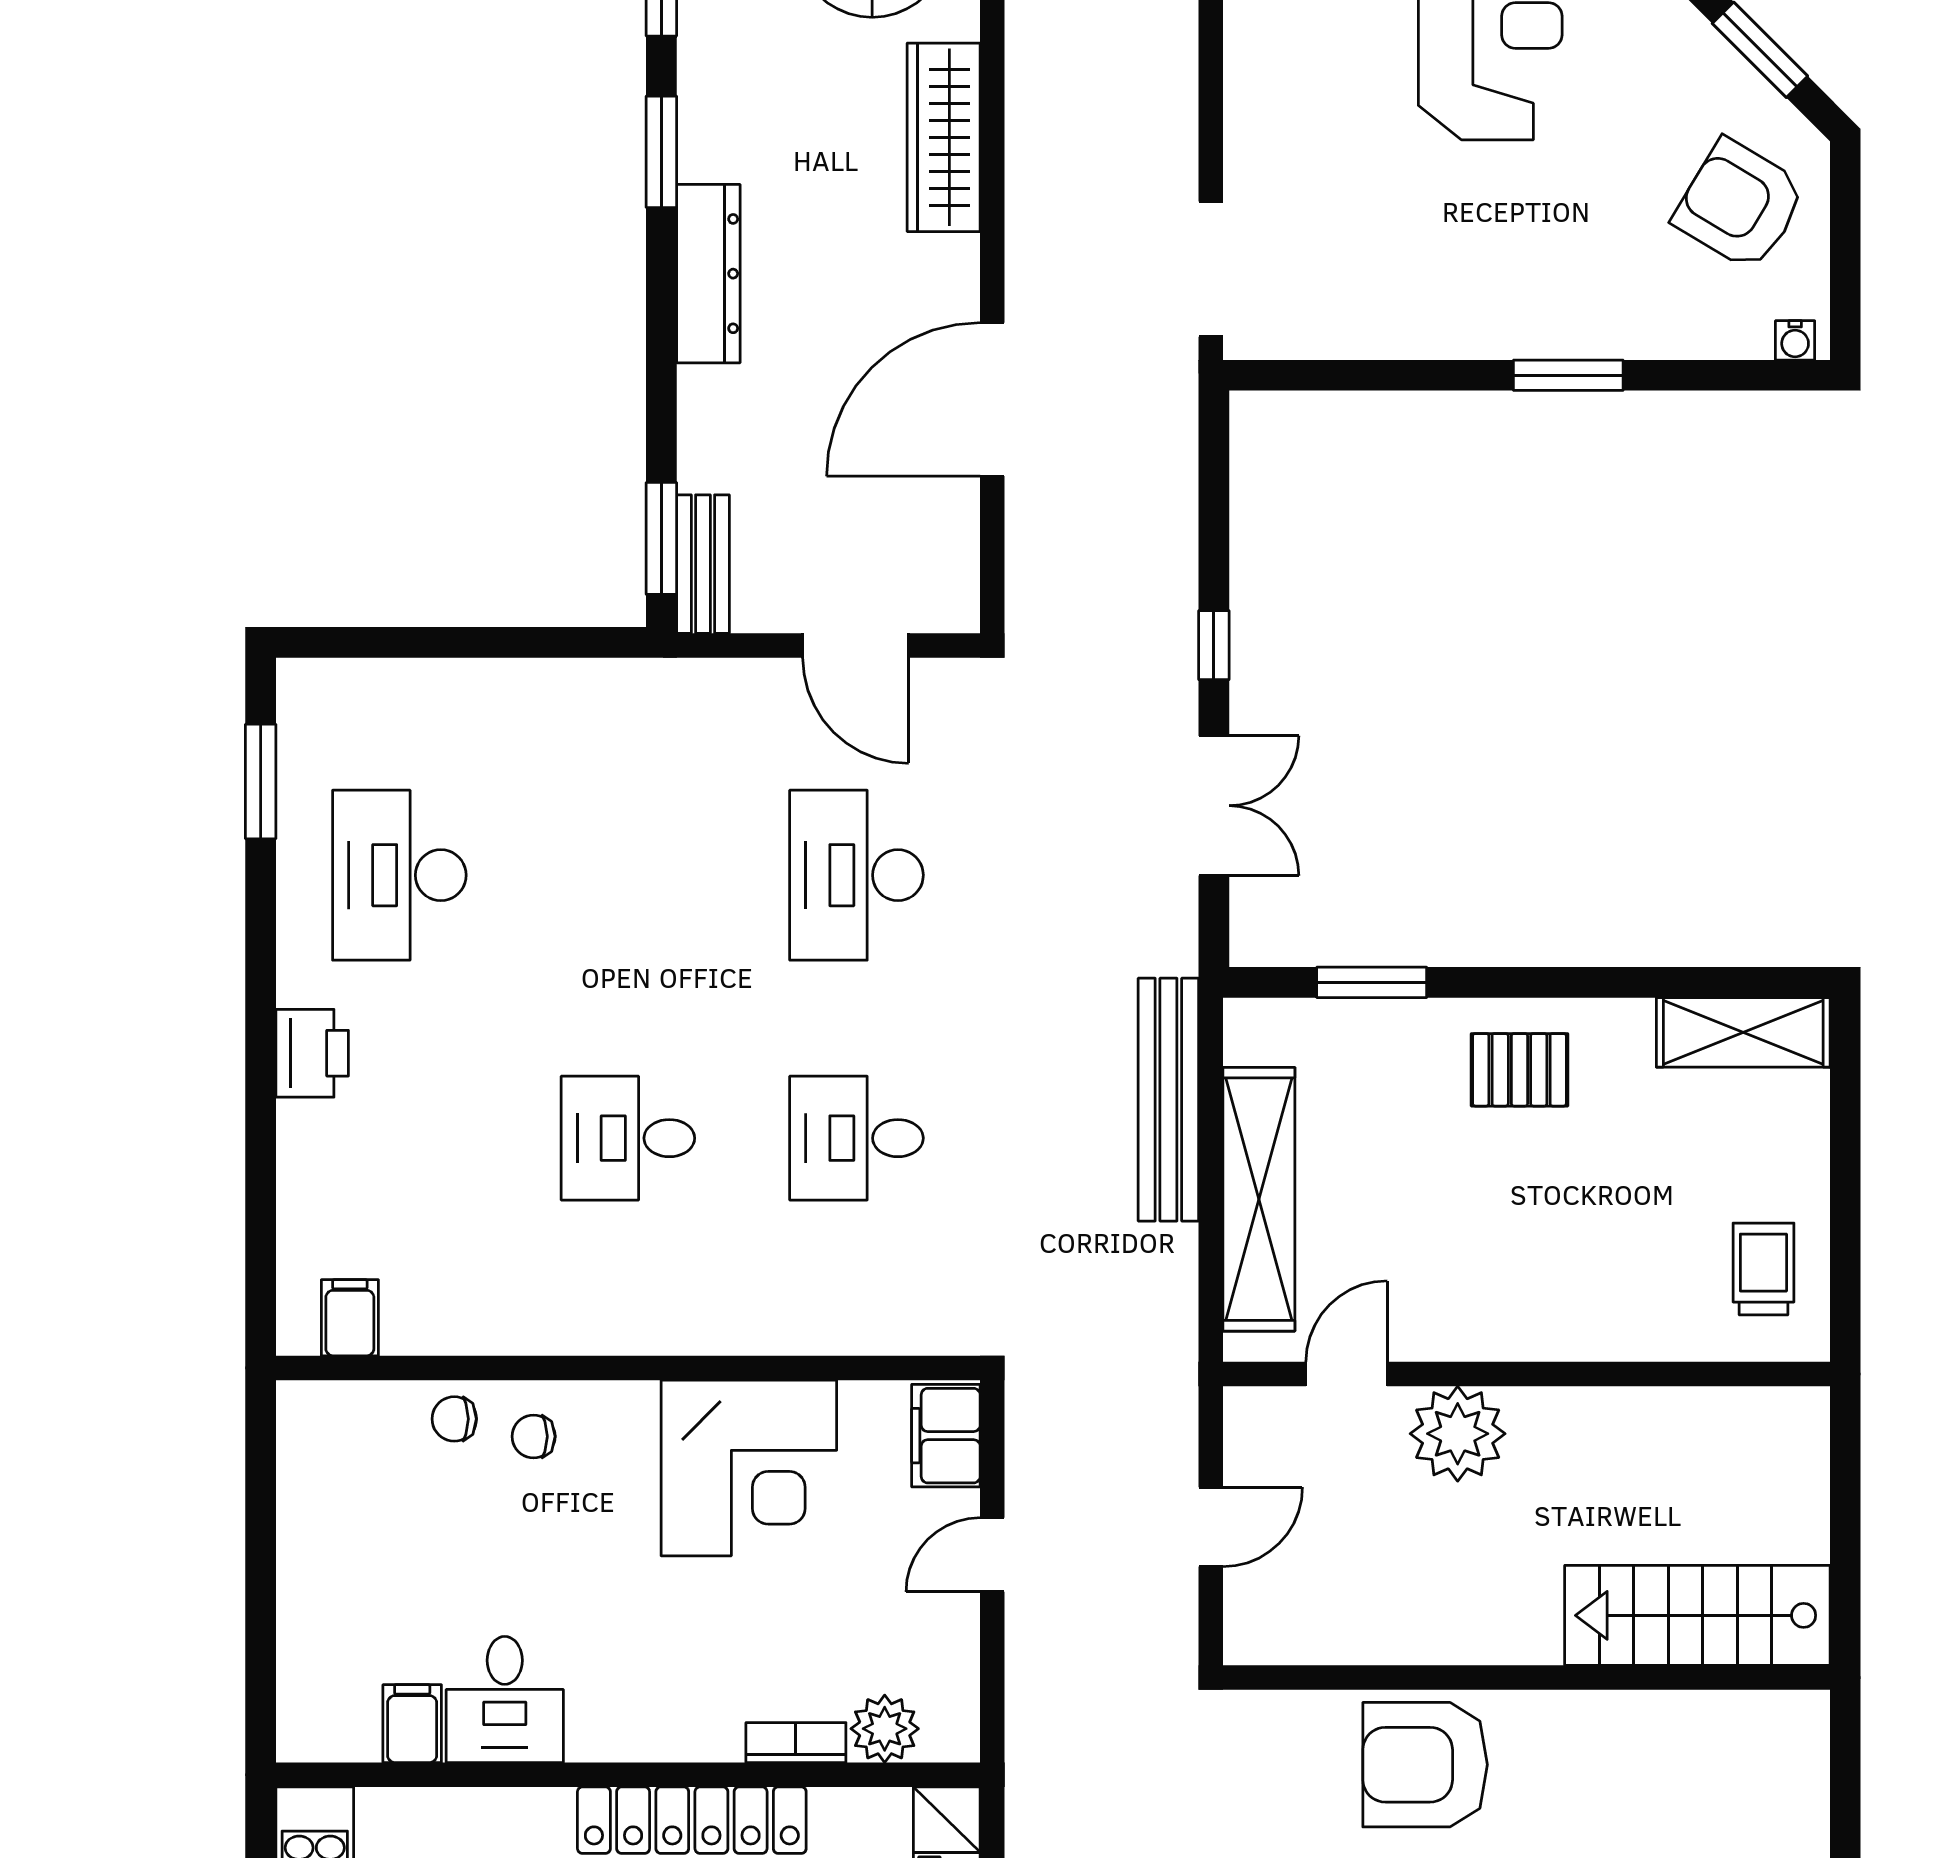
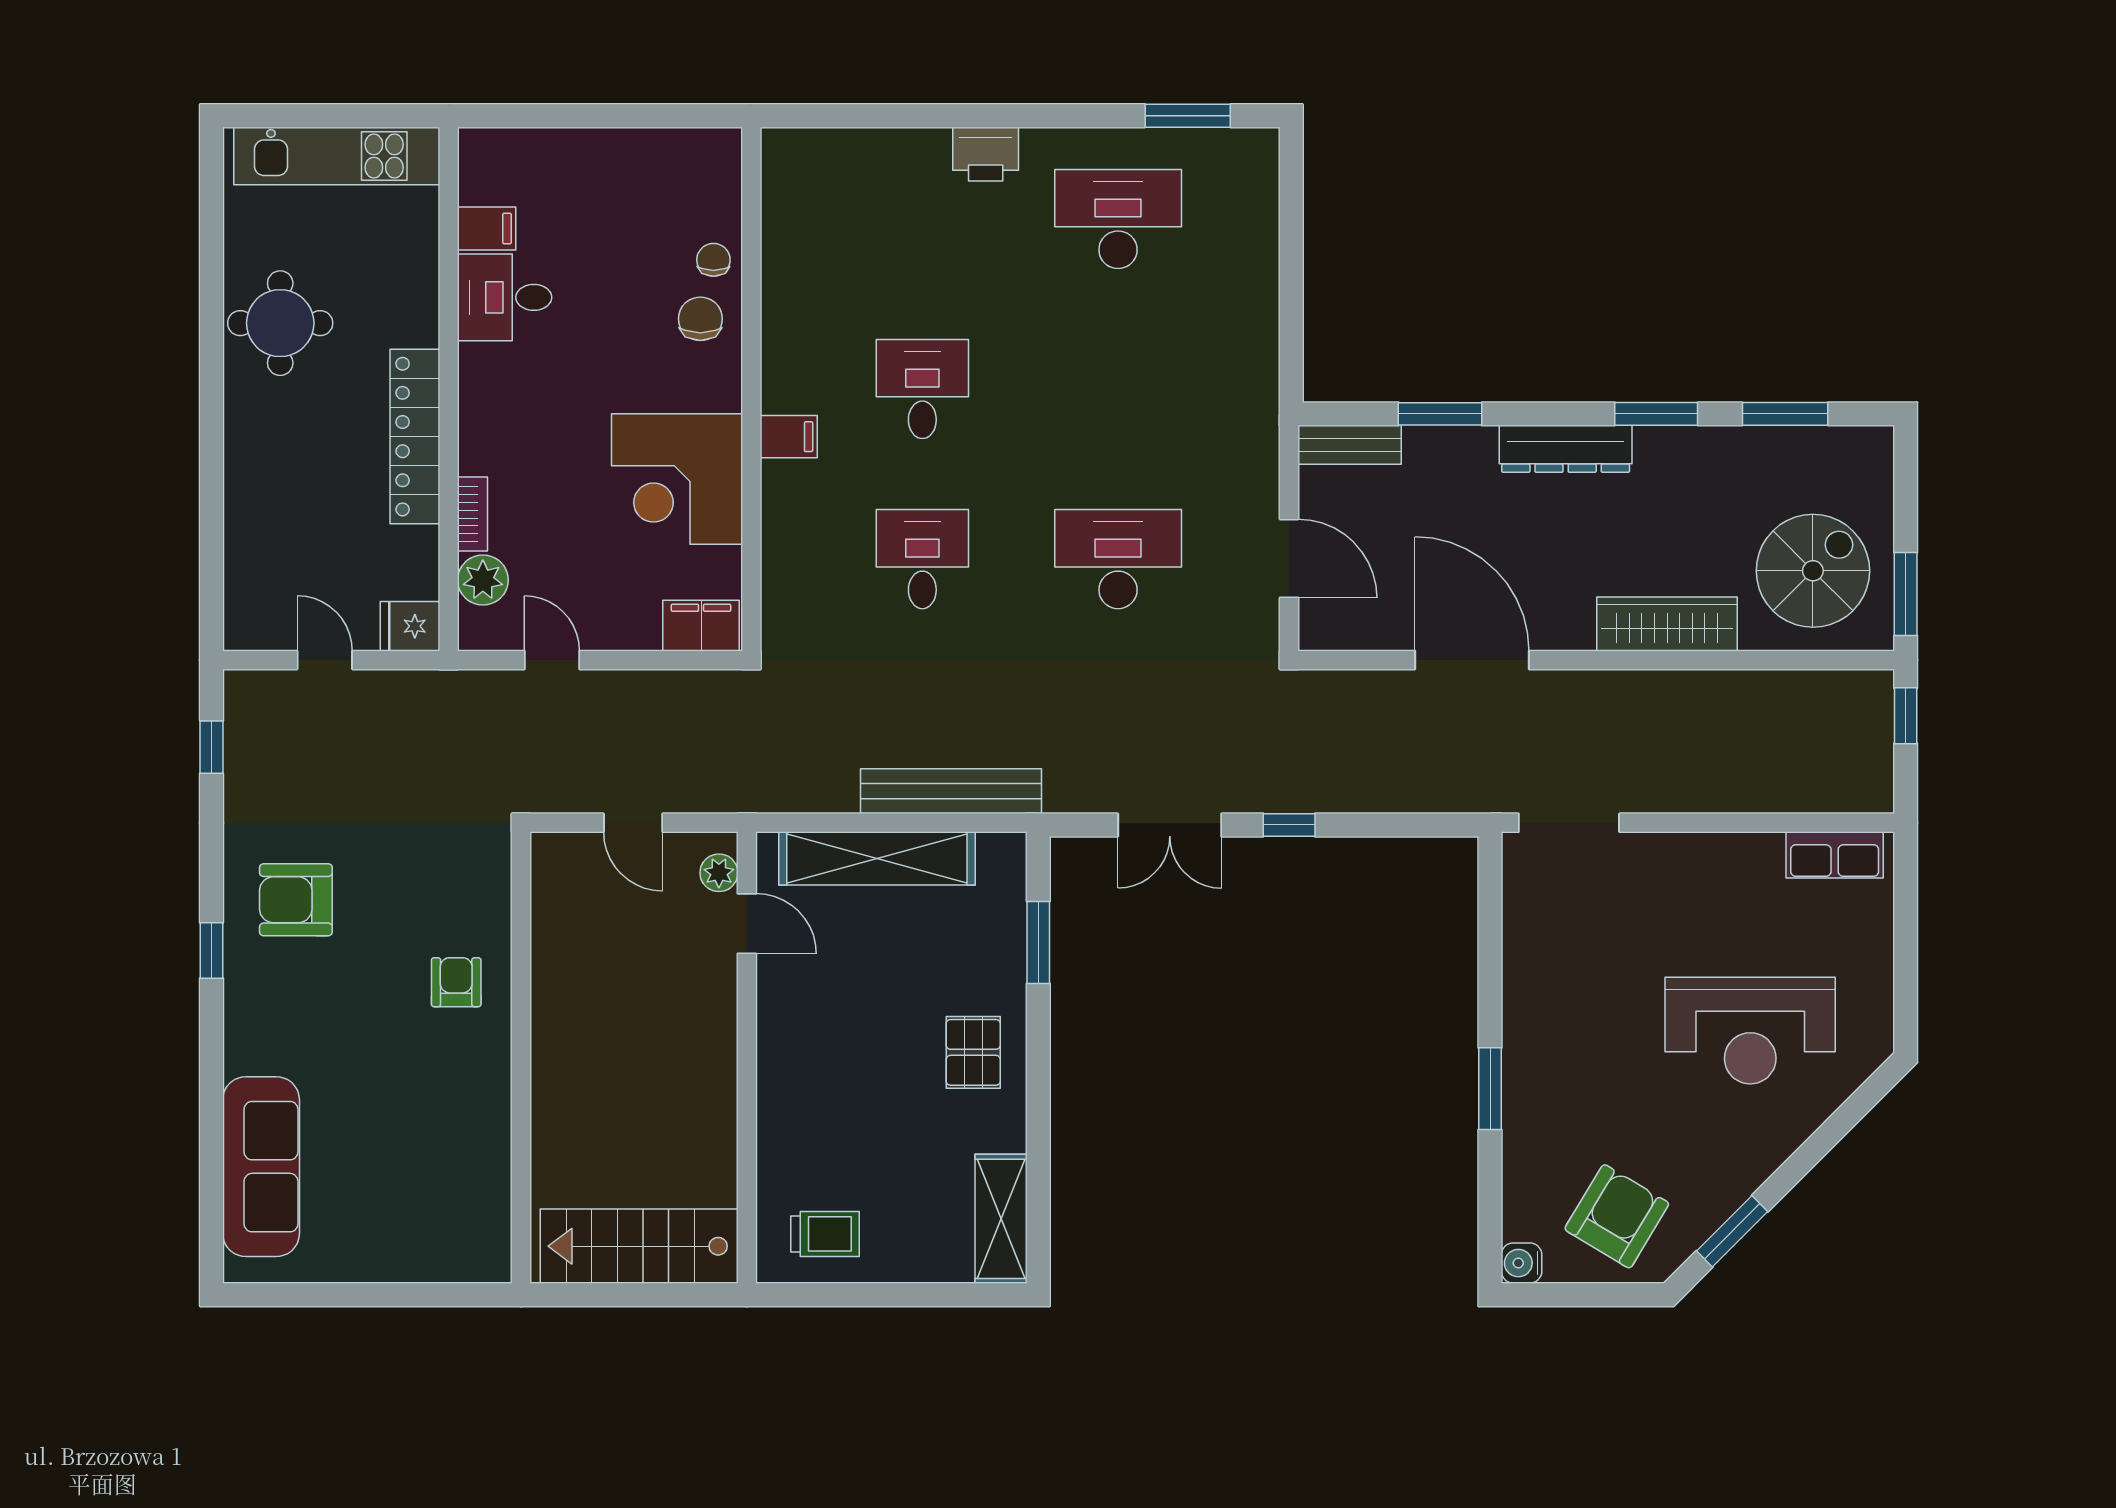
water cooler: (1795, 340) -> (1522, 1263), width x1.38, depth x1.38
window: (661, 538) -> (1440, 414), moved
door: (856, 645) -> (1289, 558), swing flipped
filing cabinet: (350, 1318) -> (789, 437), moved
plant: (1458, 1434) -> (719, 873), moved, width x0.53, depth x0.53
chair: (534, 1436) -> (700, 319), width x1.37, depth x1.37
door: (992, 1555) -> (552, 660), moved
stairs: (1697, 1615) -> (639, 1246), moved, turned -90
armchair: (1425, 1765) -> (456, 982), width x0.53, depth x0.53

